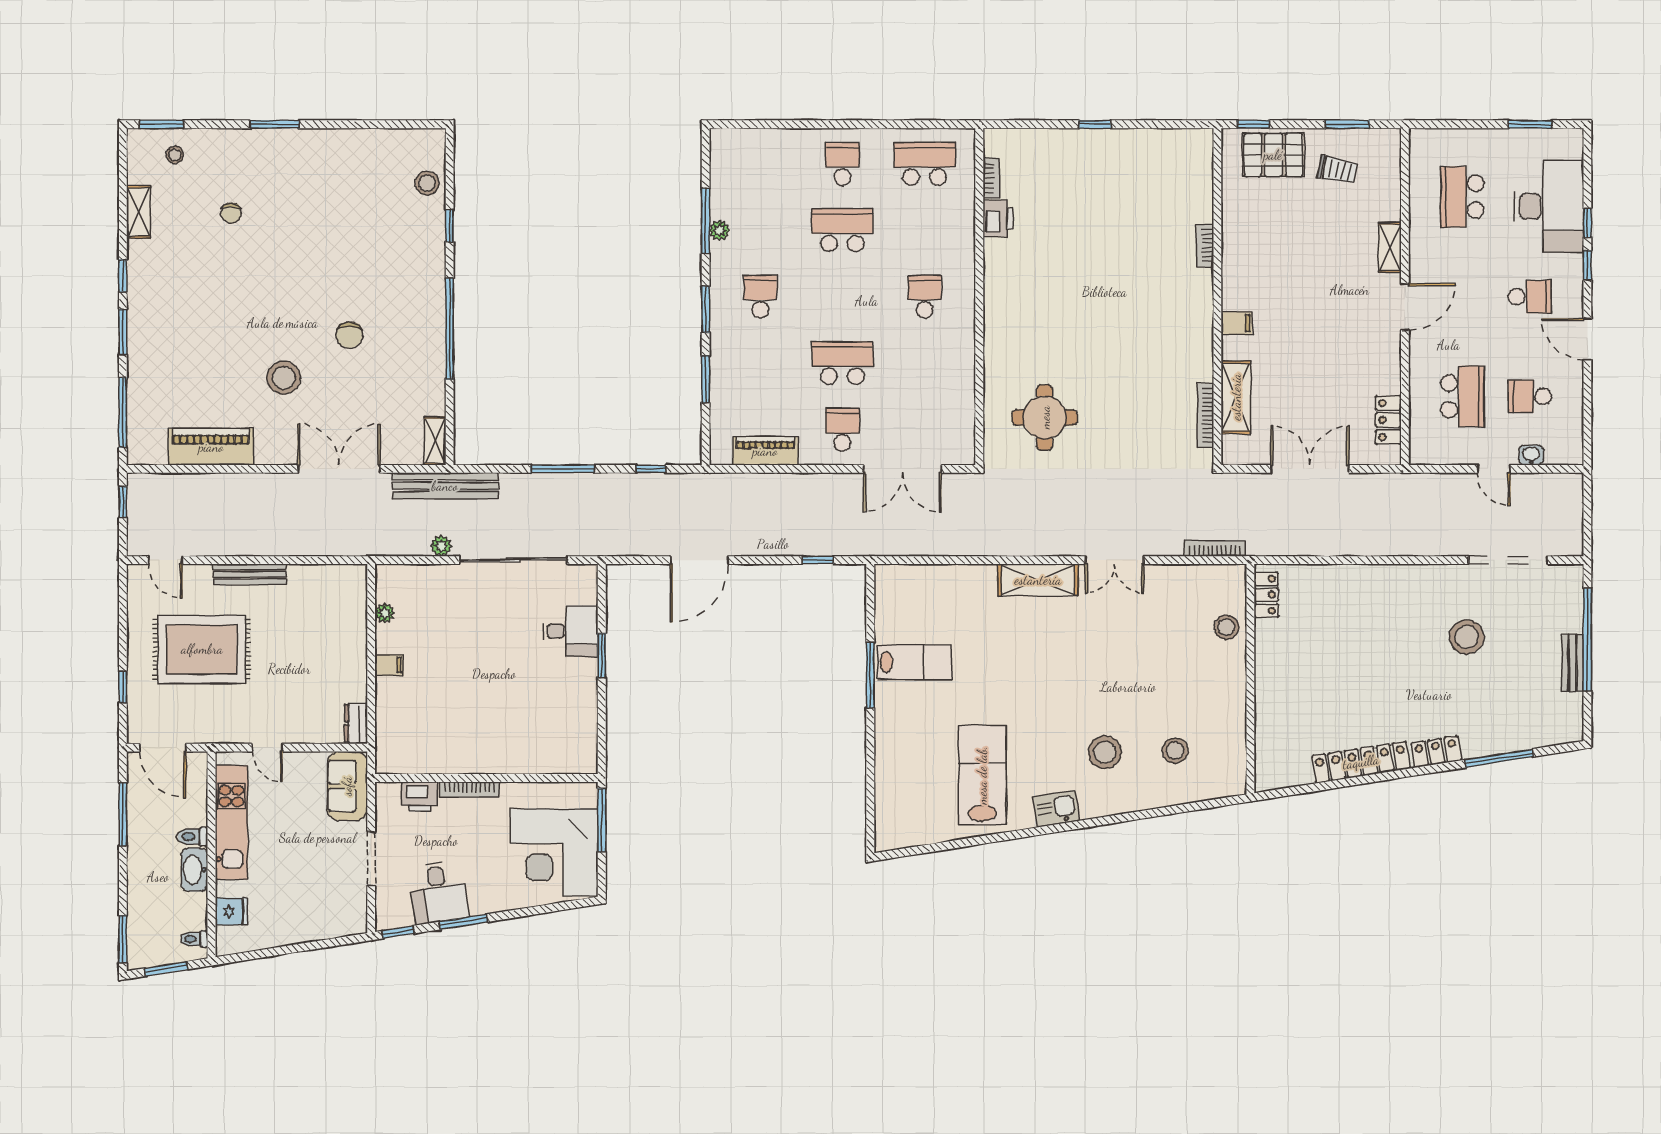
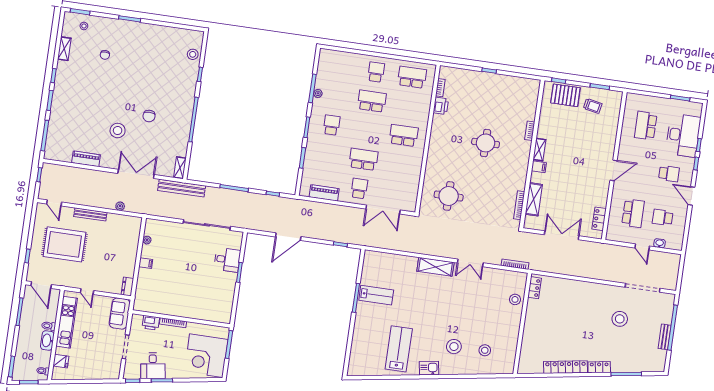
shelving: (1390, 247) -> (539, 150), moved
round table: (1110, 287) -> (486, 143), added
school desk: (925, 297) -> (404, 135), width x1.85
piano: (211, 447) -> (86, 159), width x0.73, depth x0.75
plant: (441, 546) -> (120, 206), moved

